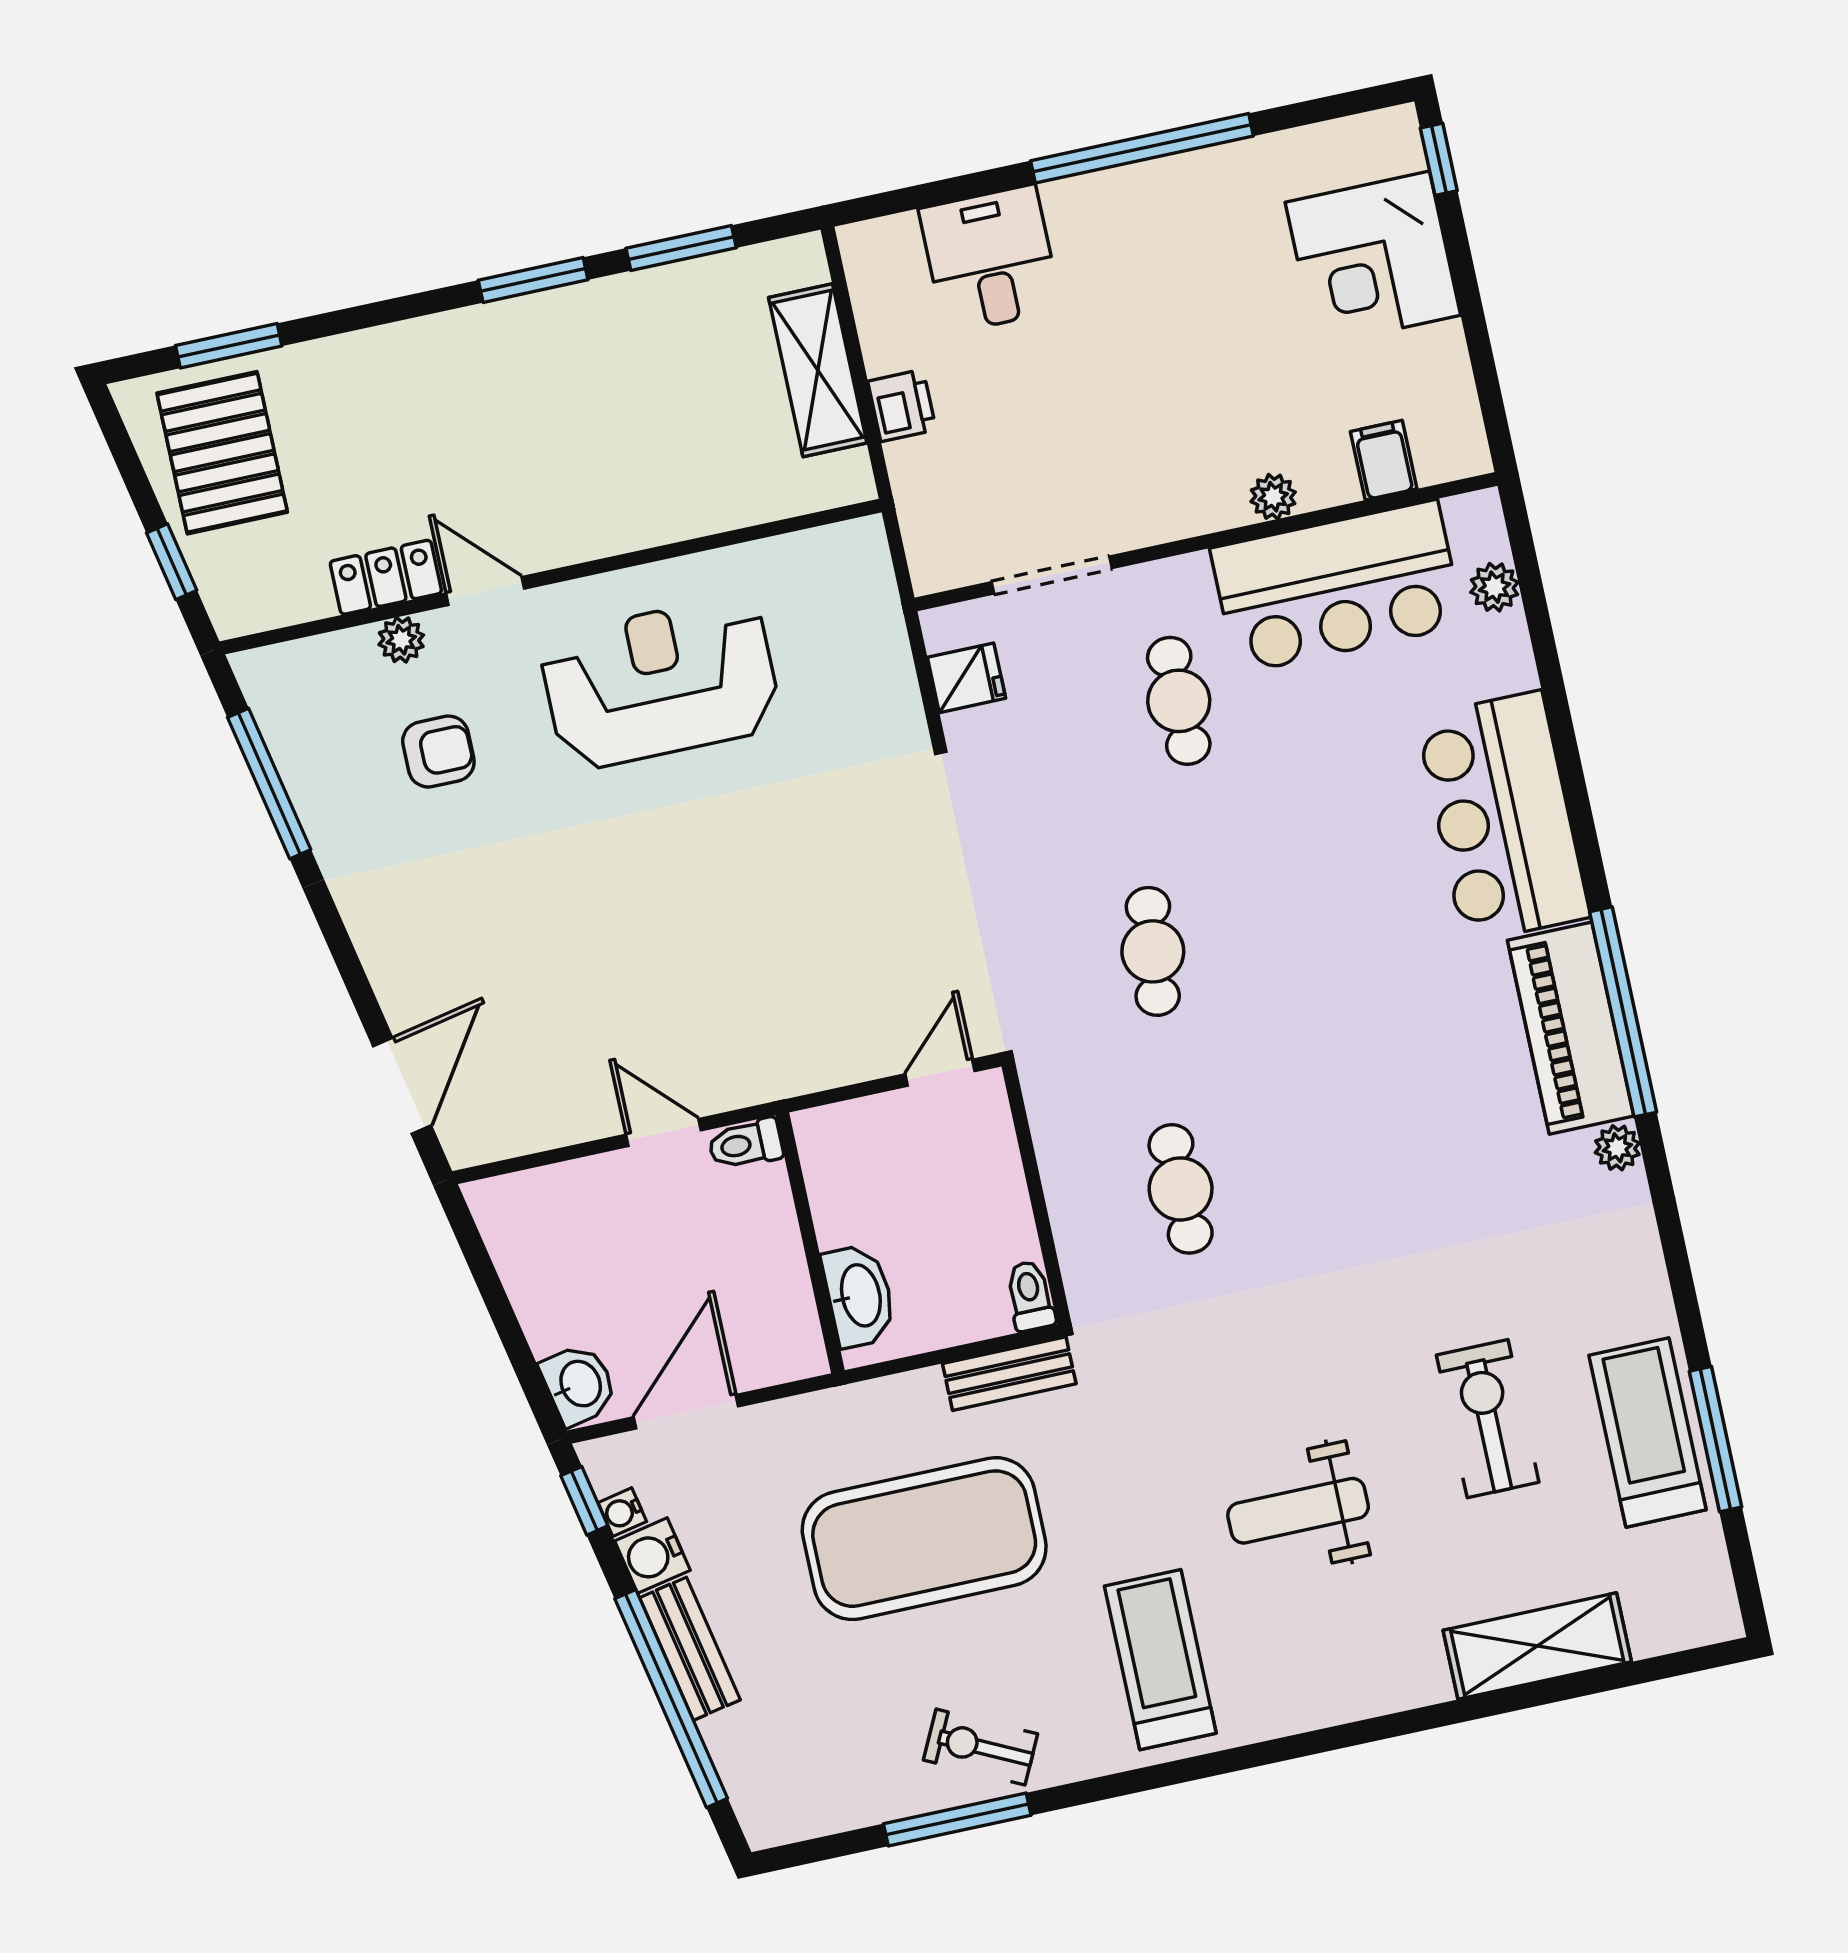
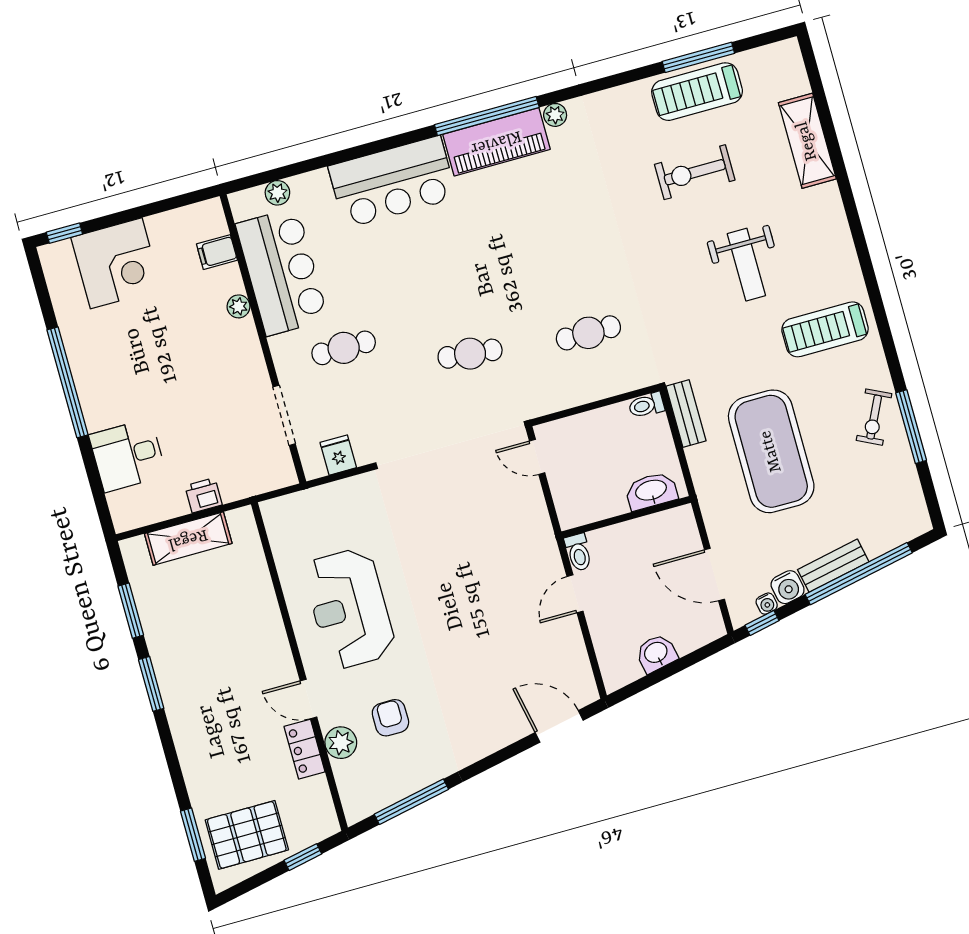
door: (485, 591) -> (309, 699), hinge flipped
plant: (401, 640) -> (341, 743), width x1.38, depth x1.38
washbasin: (579, 1384) -> (656, 653), moved

